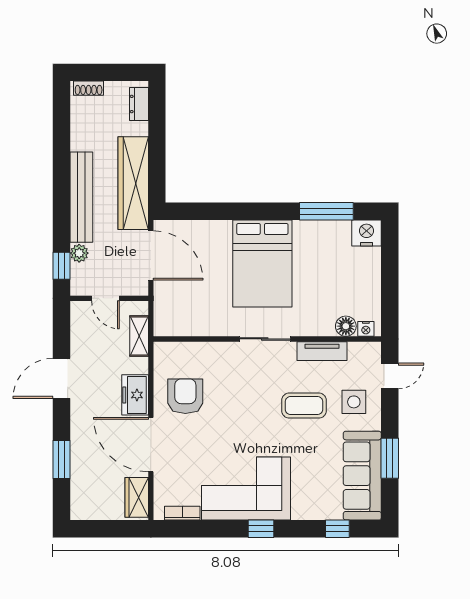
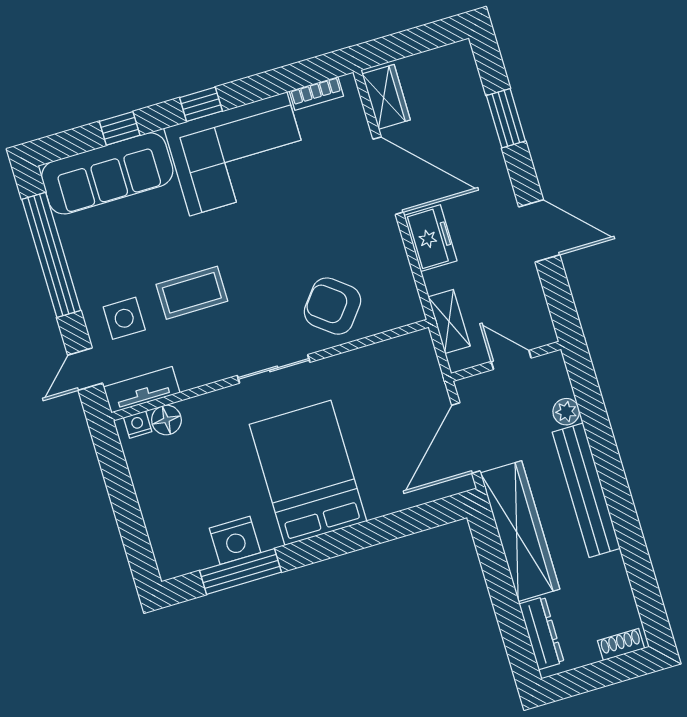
dresser: (139, 104) -> (542, 633), width x1.44
nightstand: (367, 233) -> (235, 540), moved
door: (151, 255) -> (466, 438), hinge flipped
window: (62, 266) -> (586, 387), removed
tv unit: (322, 351) -> (142, 390), moved
door: (62, 378) -> (539, 231), hinge flipped
armchair: (185, 396) -> (332, 306), moved, turned 128
window: (390, 458) -> (51, 255), width x2.11
sofa: (362, 476) -> (107, 173), moved, turned 90
window: (337, 529) -> (120, 128), moved

